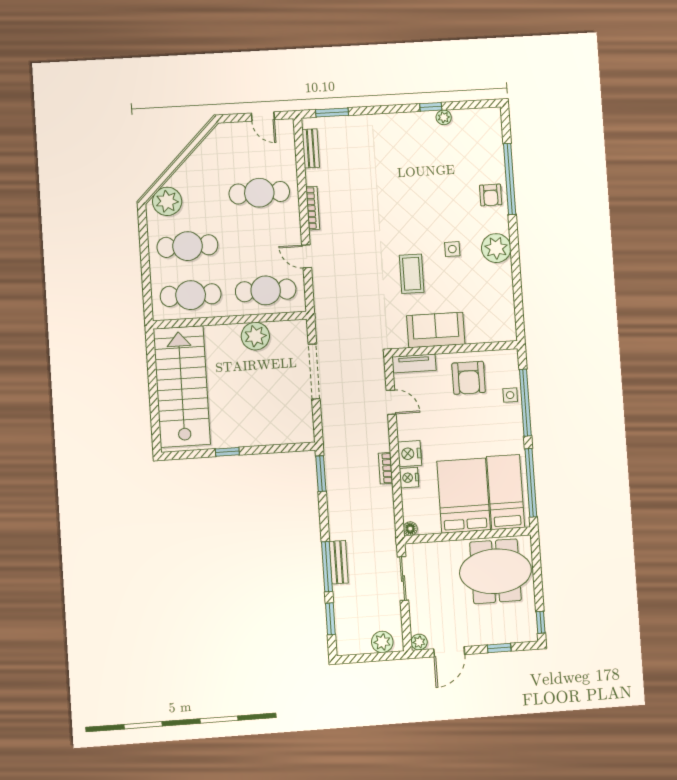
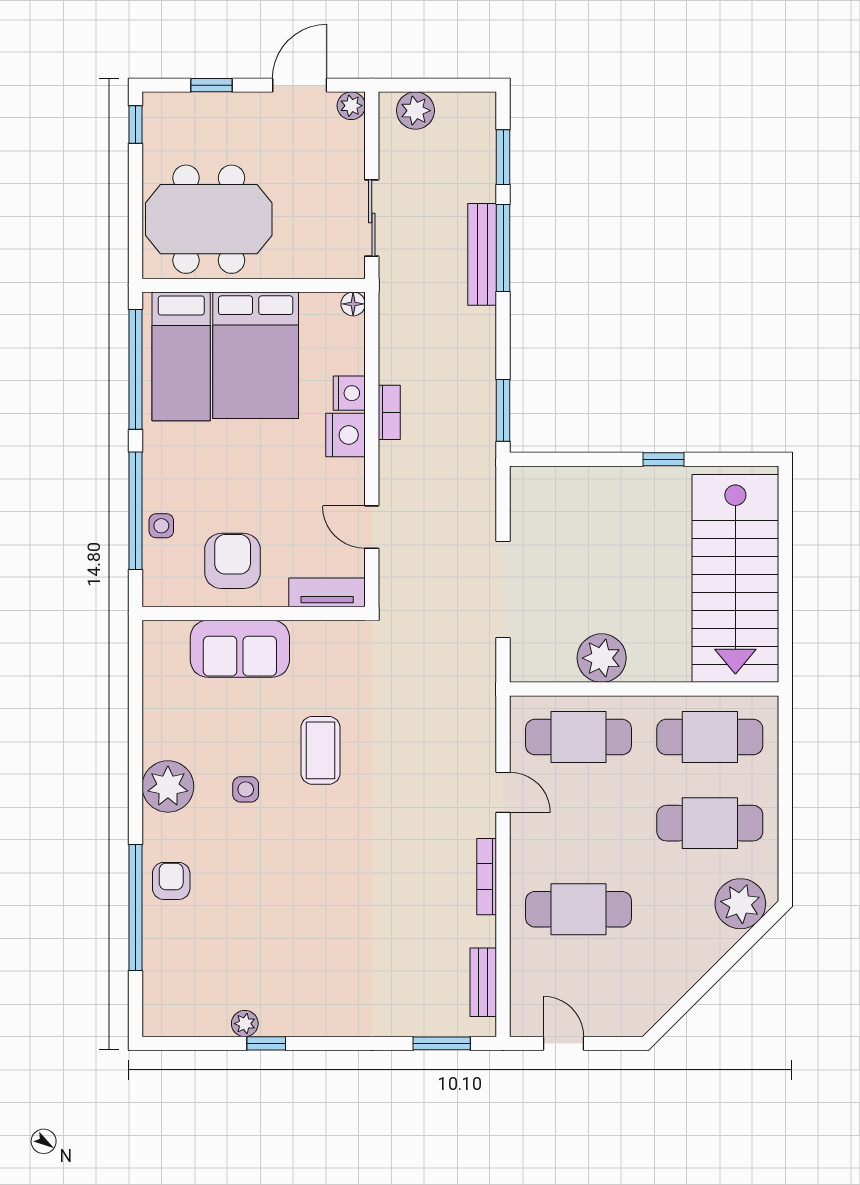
sofa: (436, 330) -> (240, 649), moved
bench: (339, 562) -> (482, 254), width x1.36

